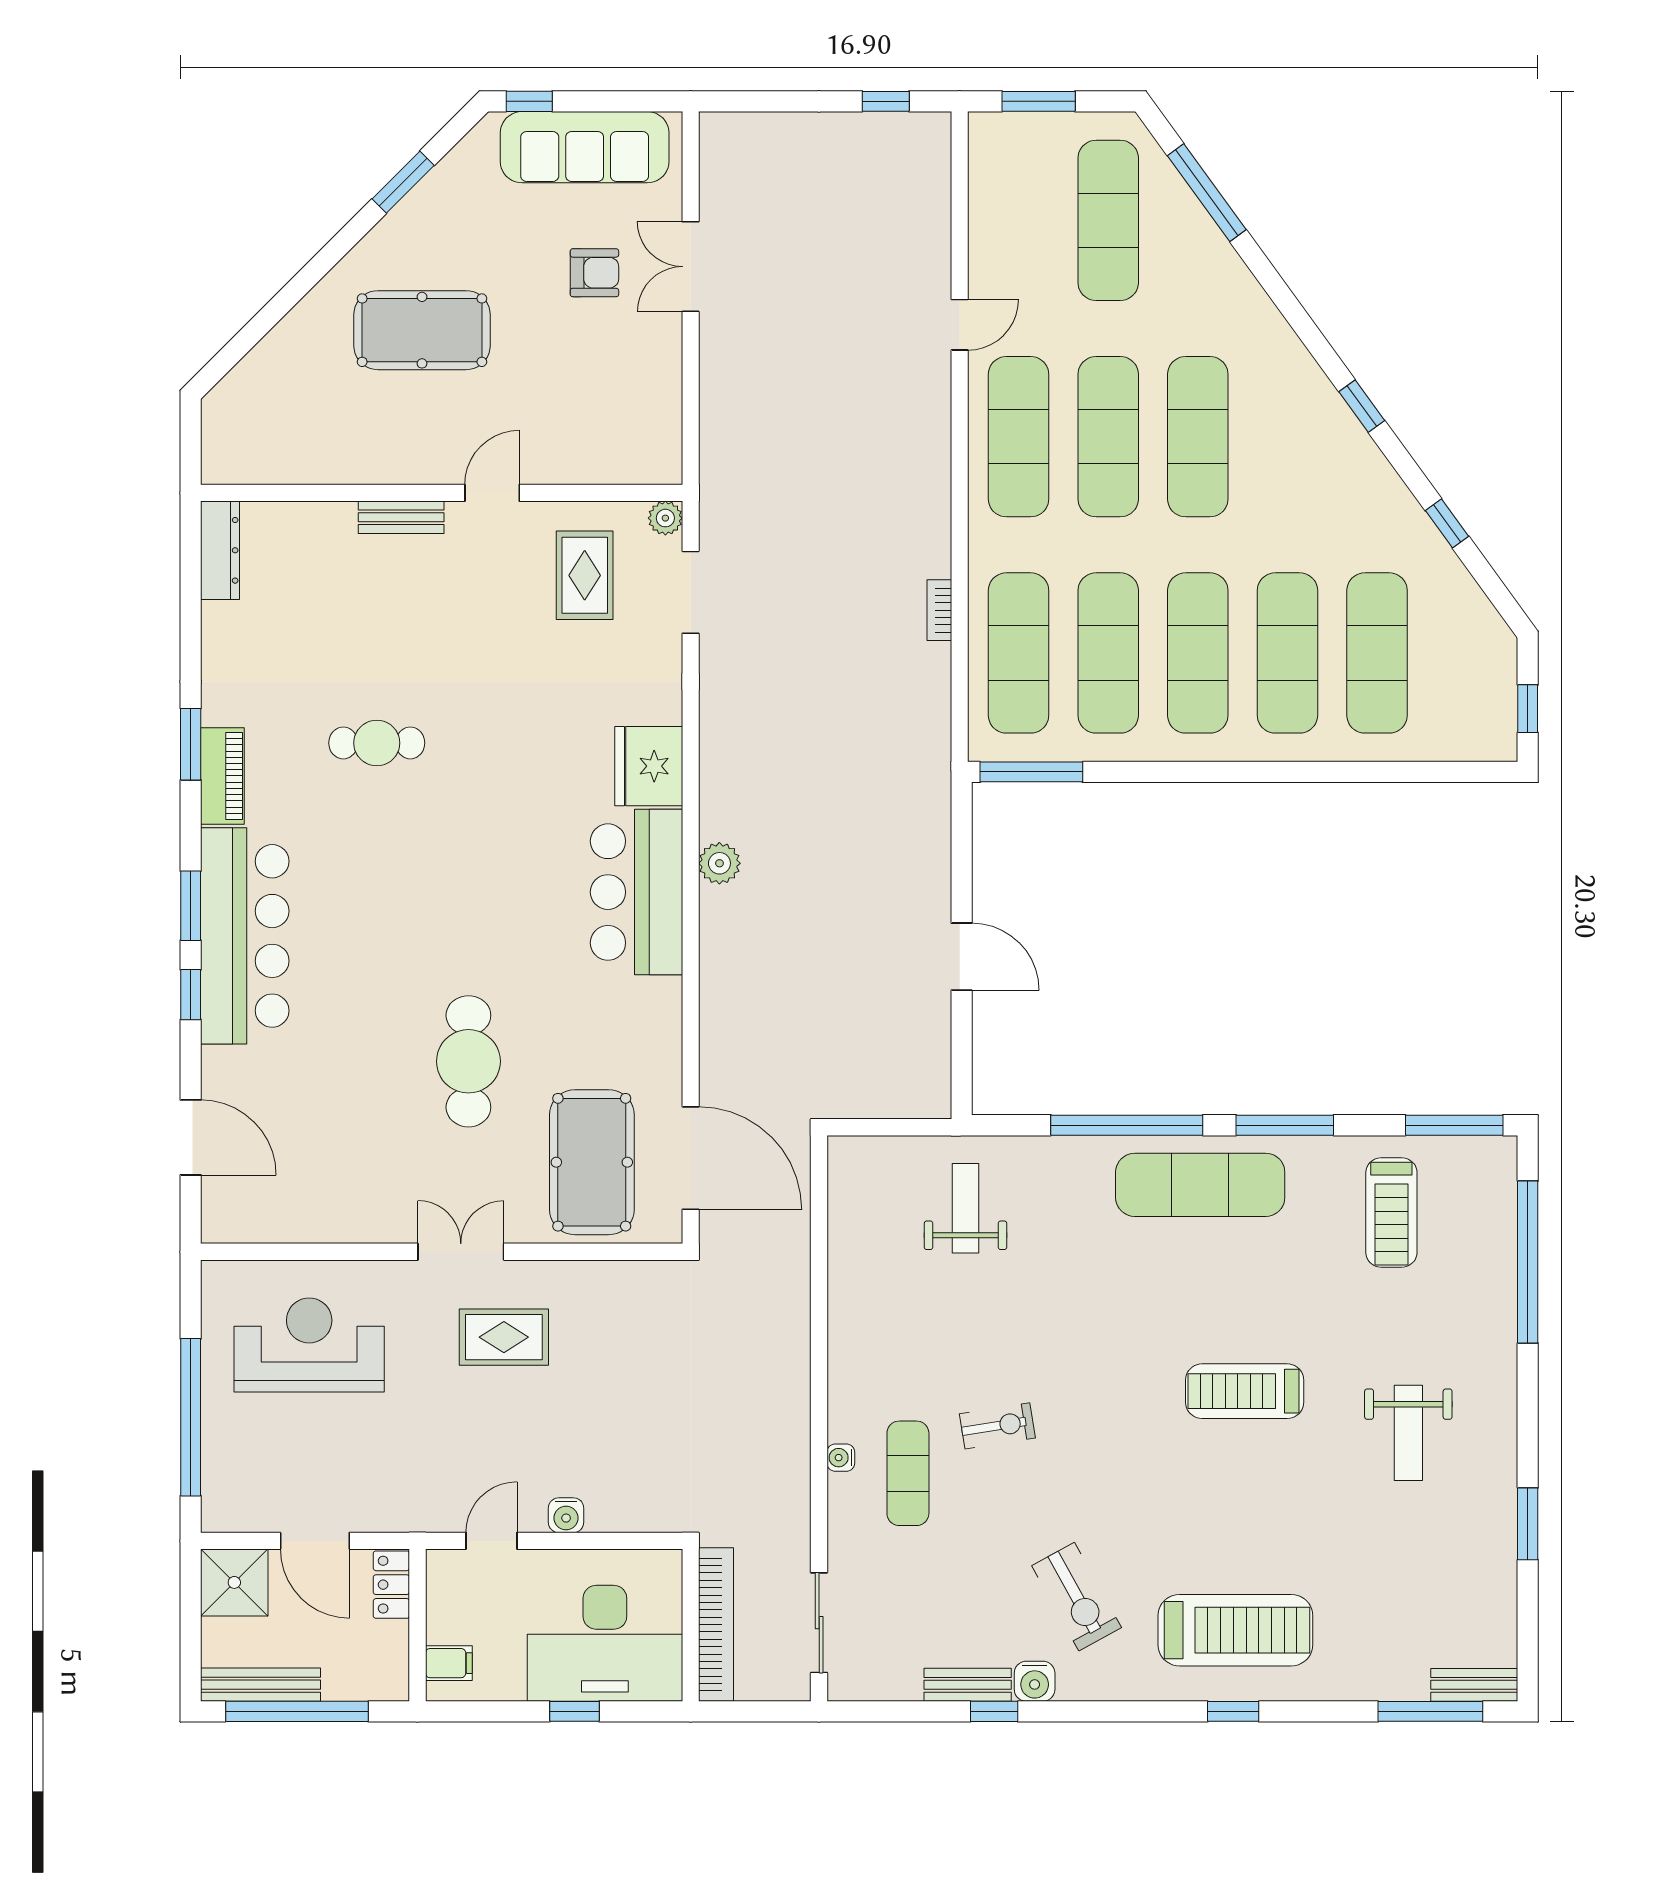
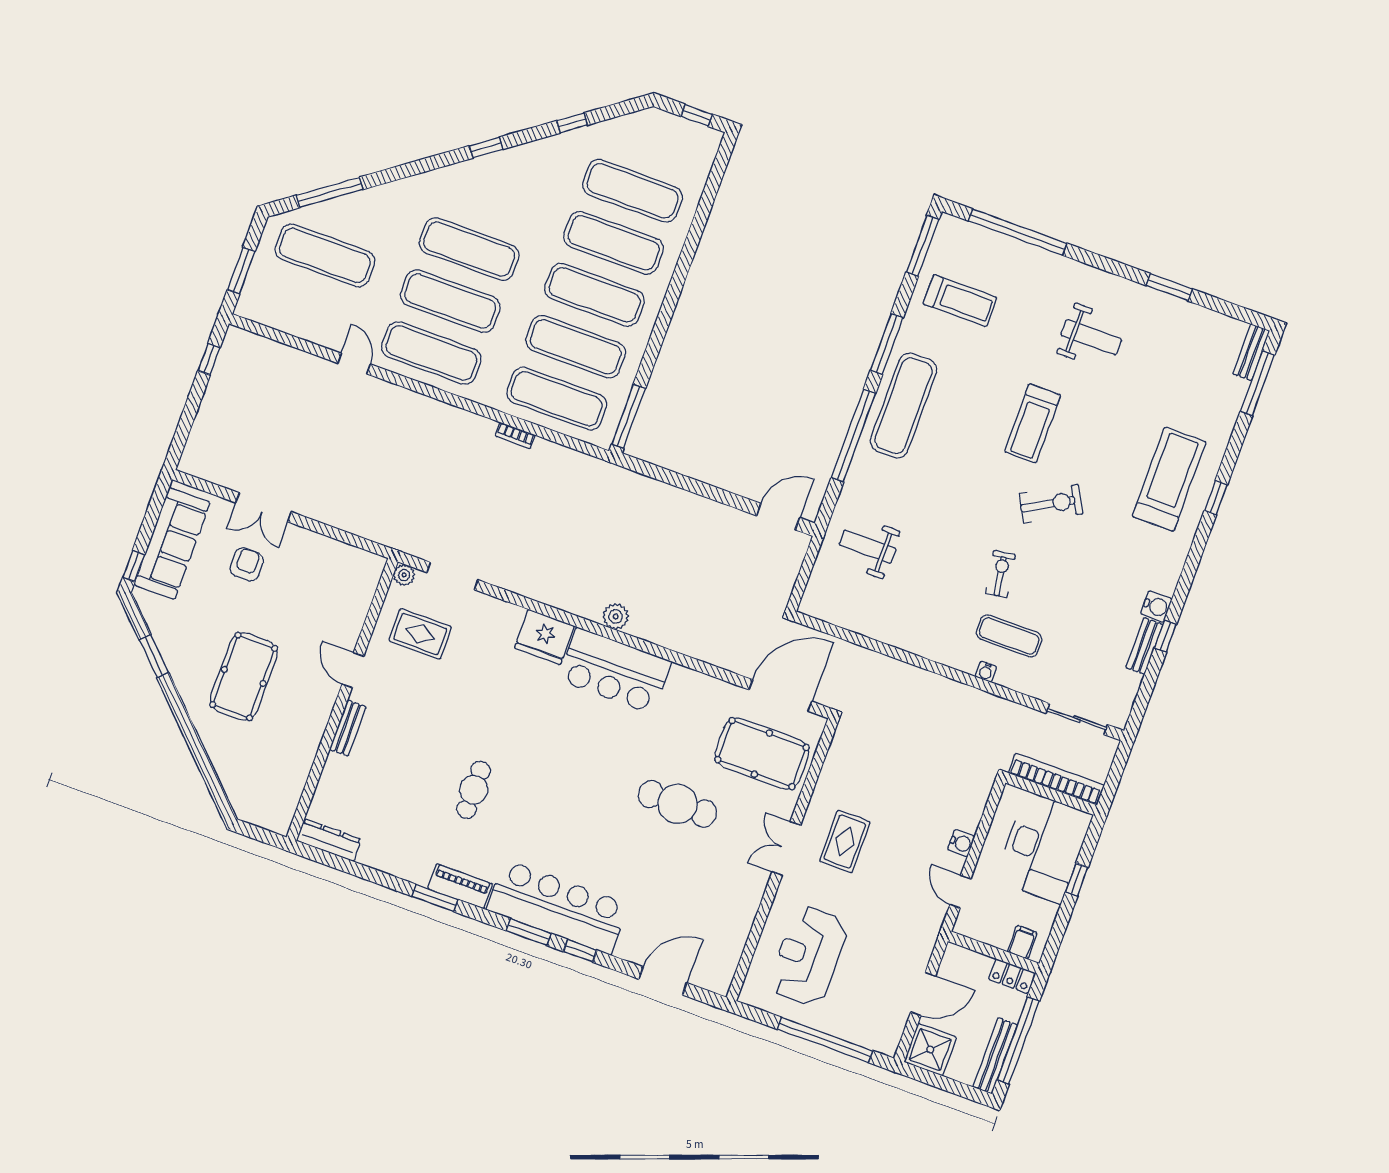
door: (962, 957) -> (778, 517), moved
locker: (391, 1585) -> (1012, 976), moved
exercise bike: (1077, 1597) -> (1051, 504), moved

